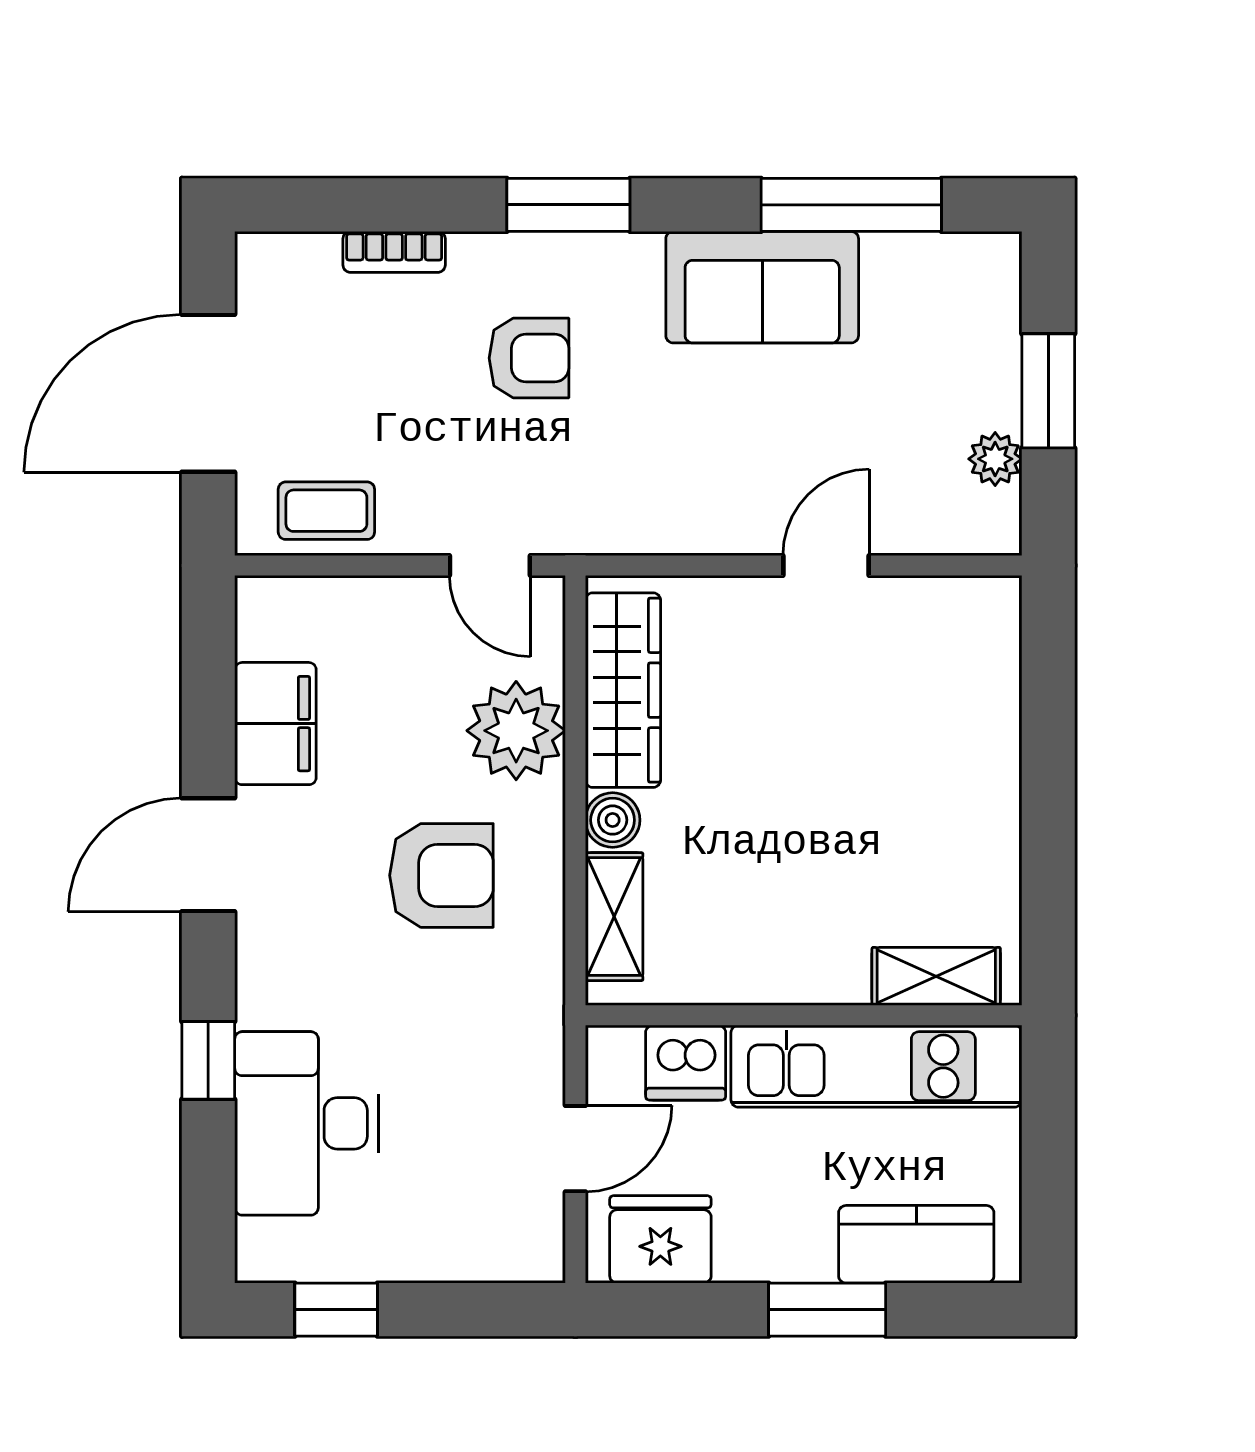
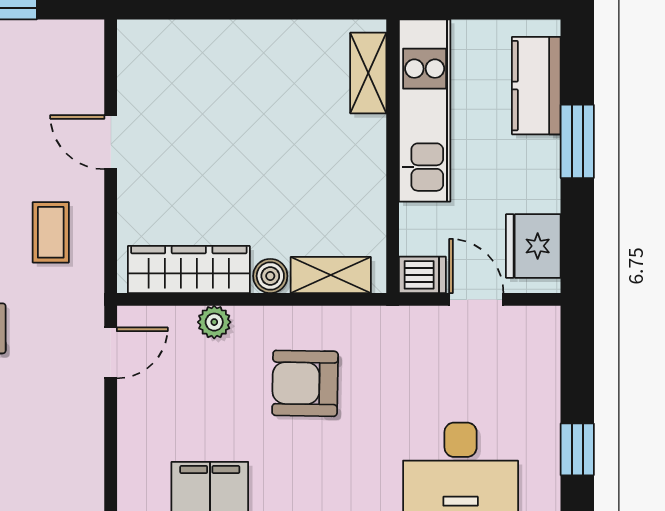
plant: (995, 459) -> (44, 36), removed
coffee table: (326, 511) -> (51, 232), moved
plant: (516, 731) -> (214, 322), width x0.53, depth x0.53
armchair: (441, 875) -> (305, 383), turned -89
dishwasher: (686, 1063) -> (422, 275), moved, width x0.73

